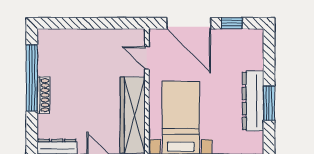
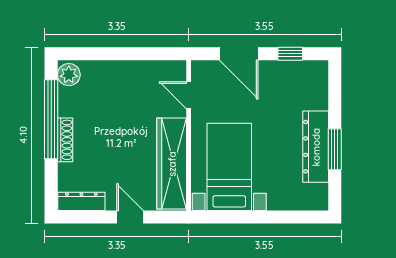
door: (189, 23) -> (239, 54), width x0.73
plant: (47, 41) -> (69, 75), added

